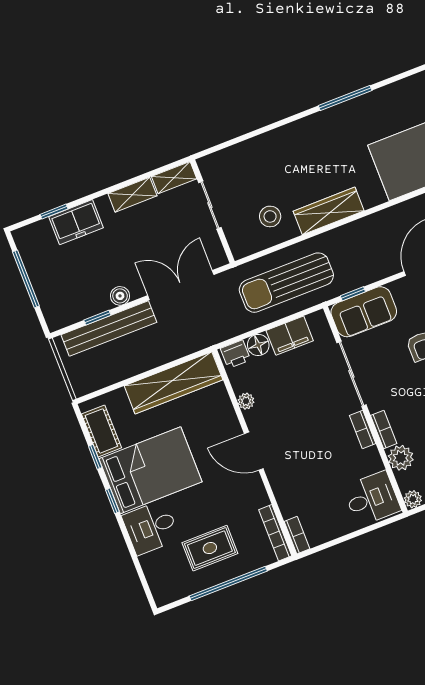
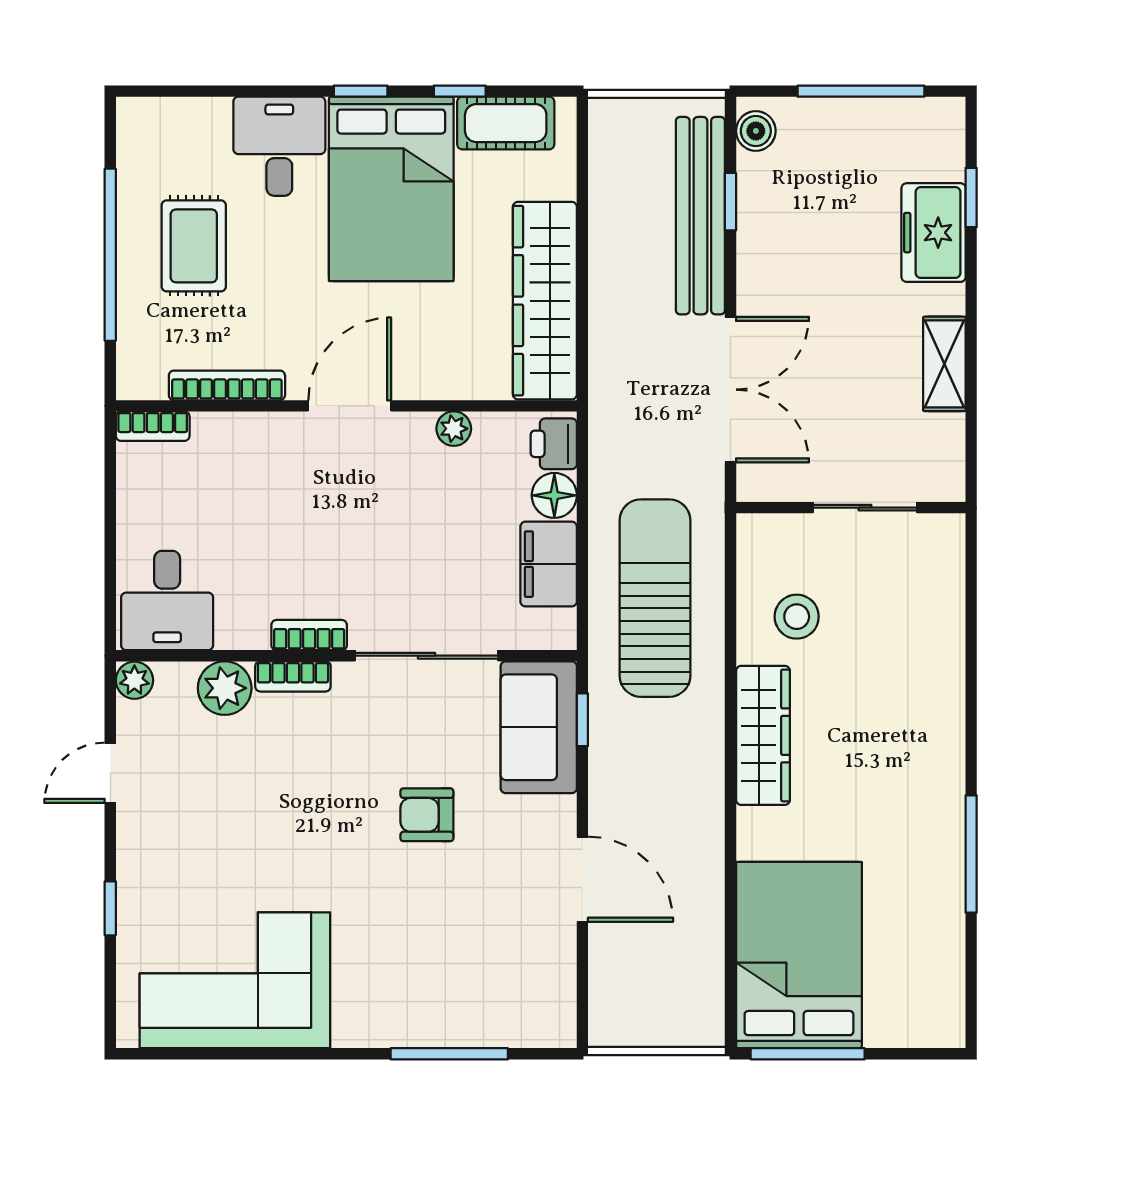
shelving: (174, 178) -> (946, 458), removed
boiler: (120, 296) -> (756, 131), moved
bookcase: (275, 533) -> (227, 385), moved

